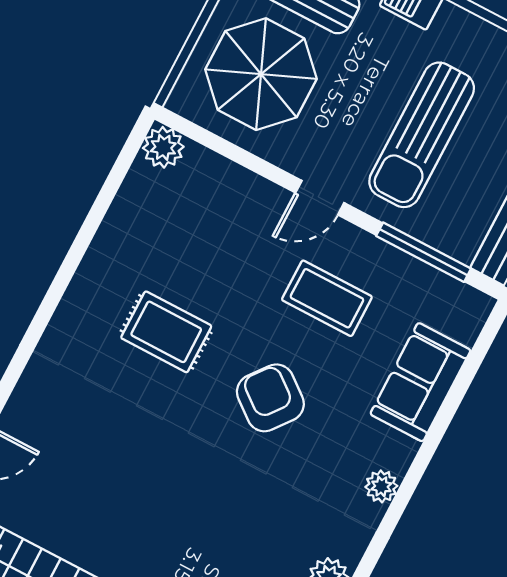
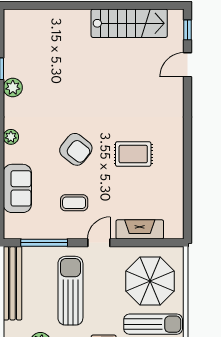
plant: (163, 147) -> (174, 230), removed
fireplace: (229, 182) -> (140, 229), added
coffee table: (327, 298) -> (74, 203), width x0.73, depth x0.77

